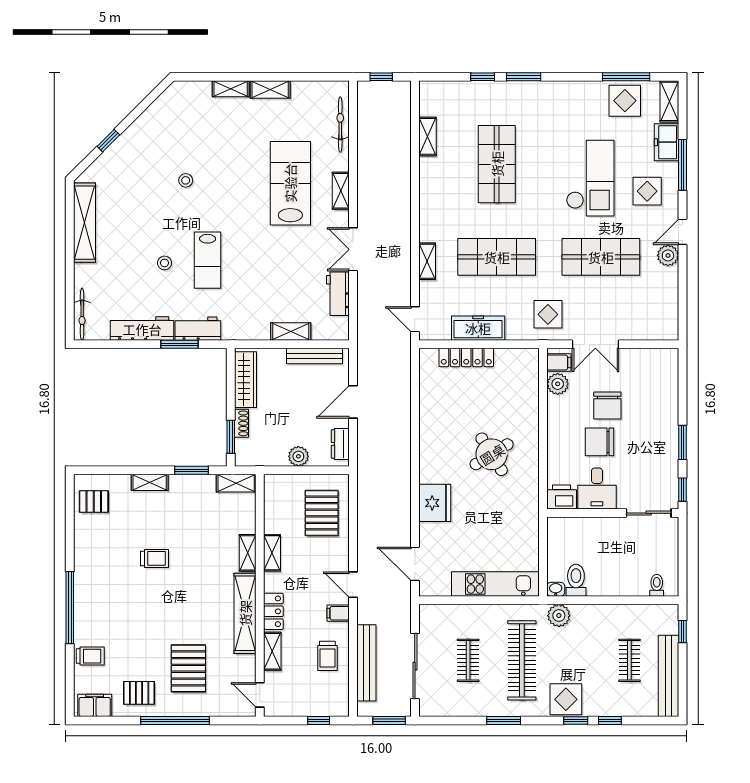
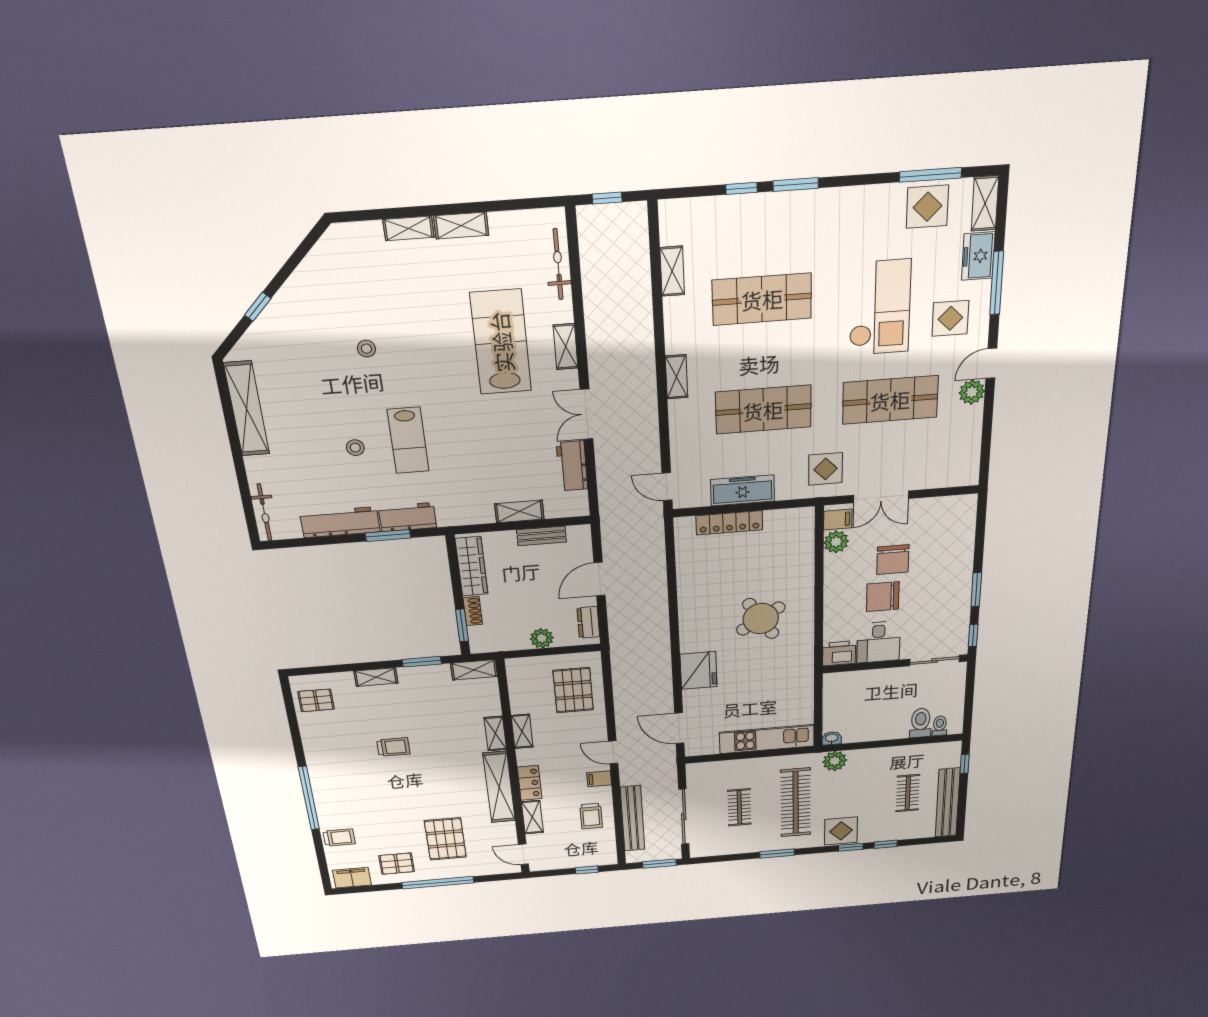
shop shelf: (497, 164) -> (762, 299), turned 90
shelving: (427, 261) -> (677, 377), moved
bench: (314, 356) -> (541, 536), width x0.73
toilet: (576, 580) -> (921, 723), moved

